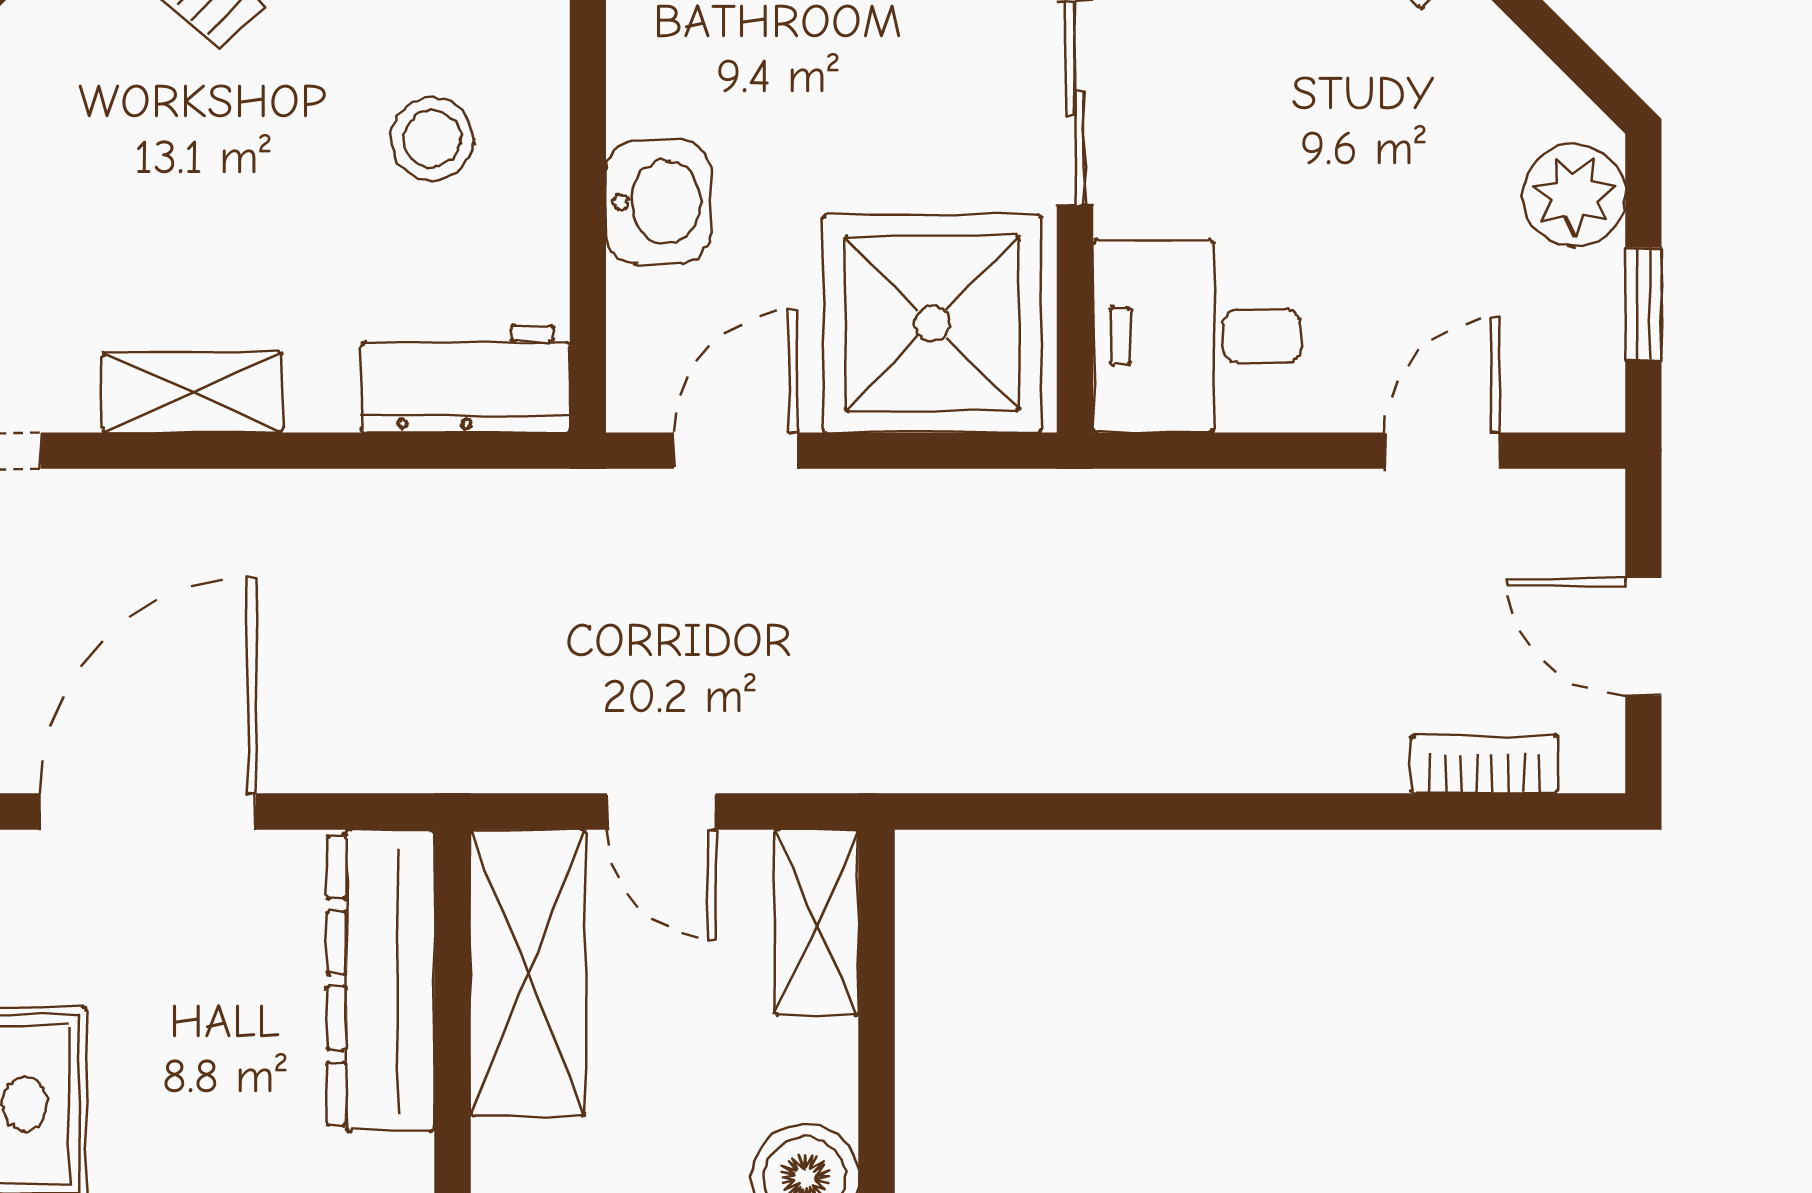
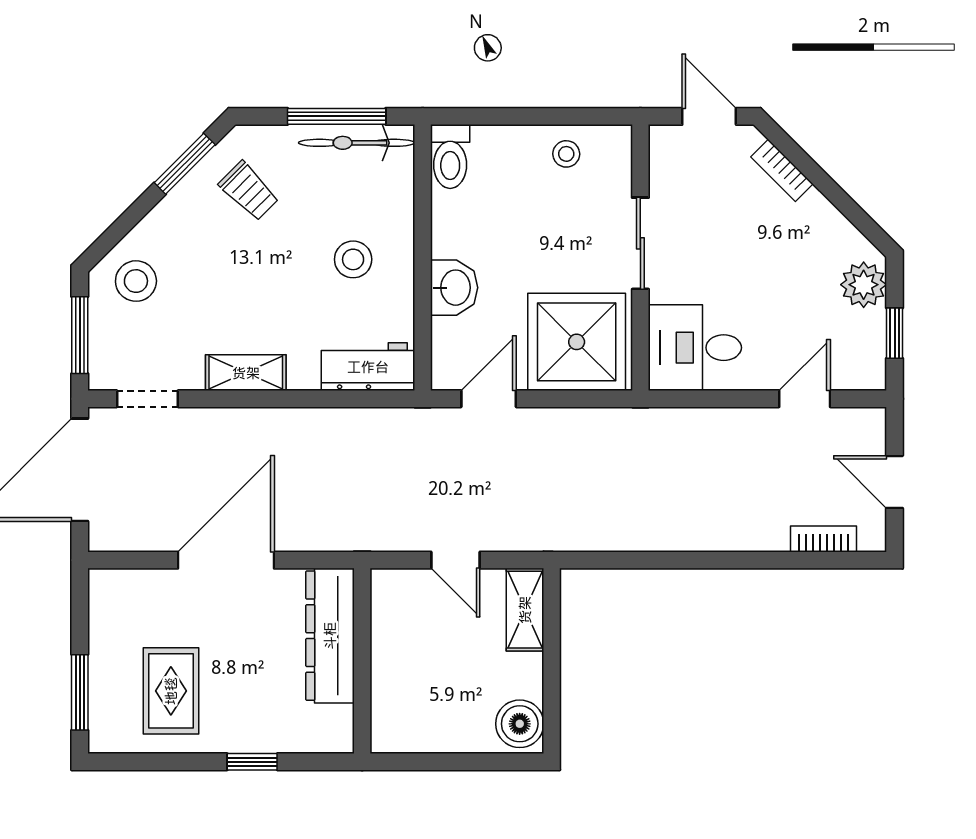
shelving: (528, 973) -> (396, 632), removed

